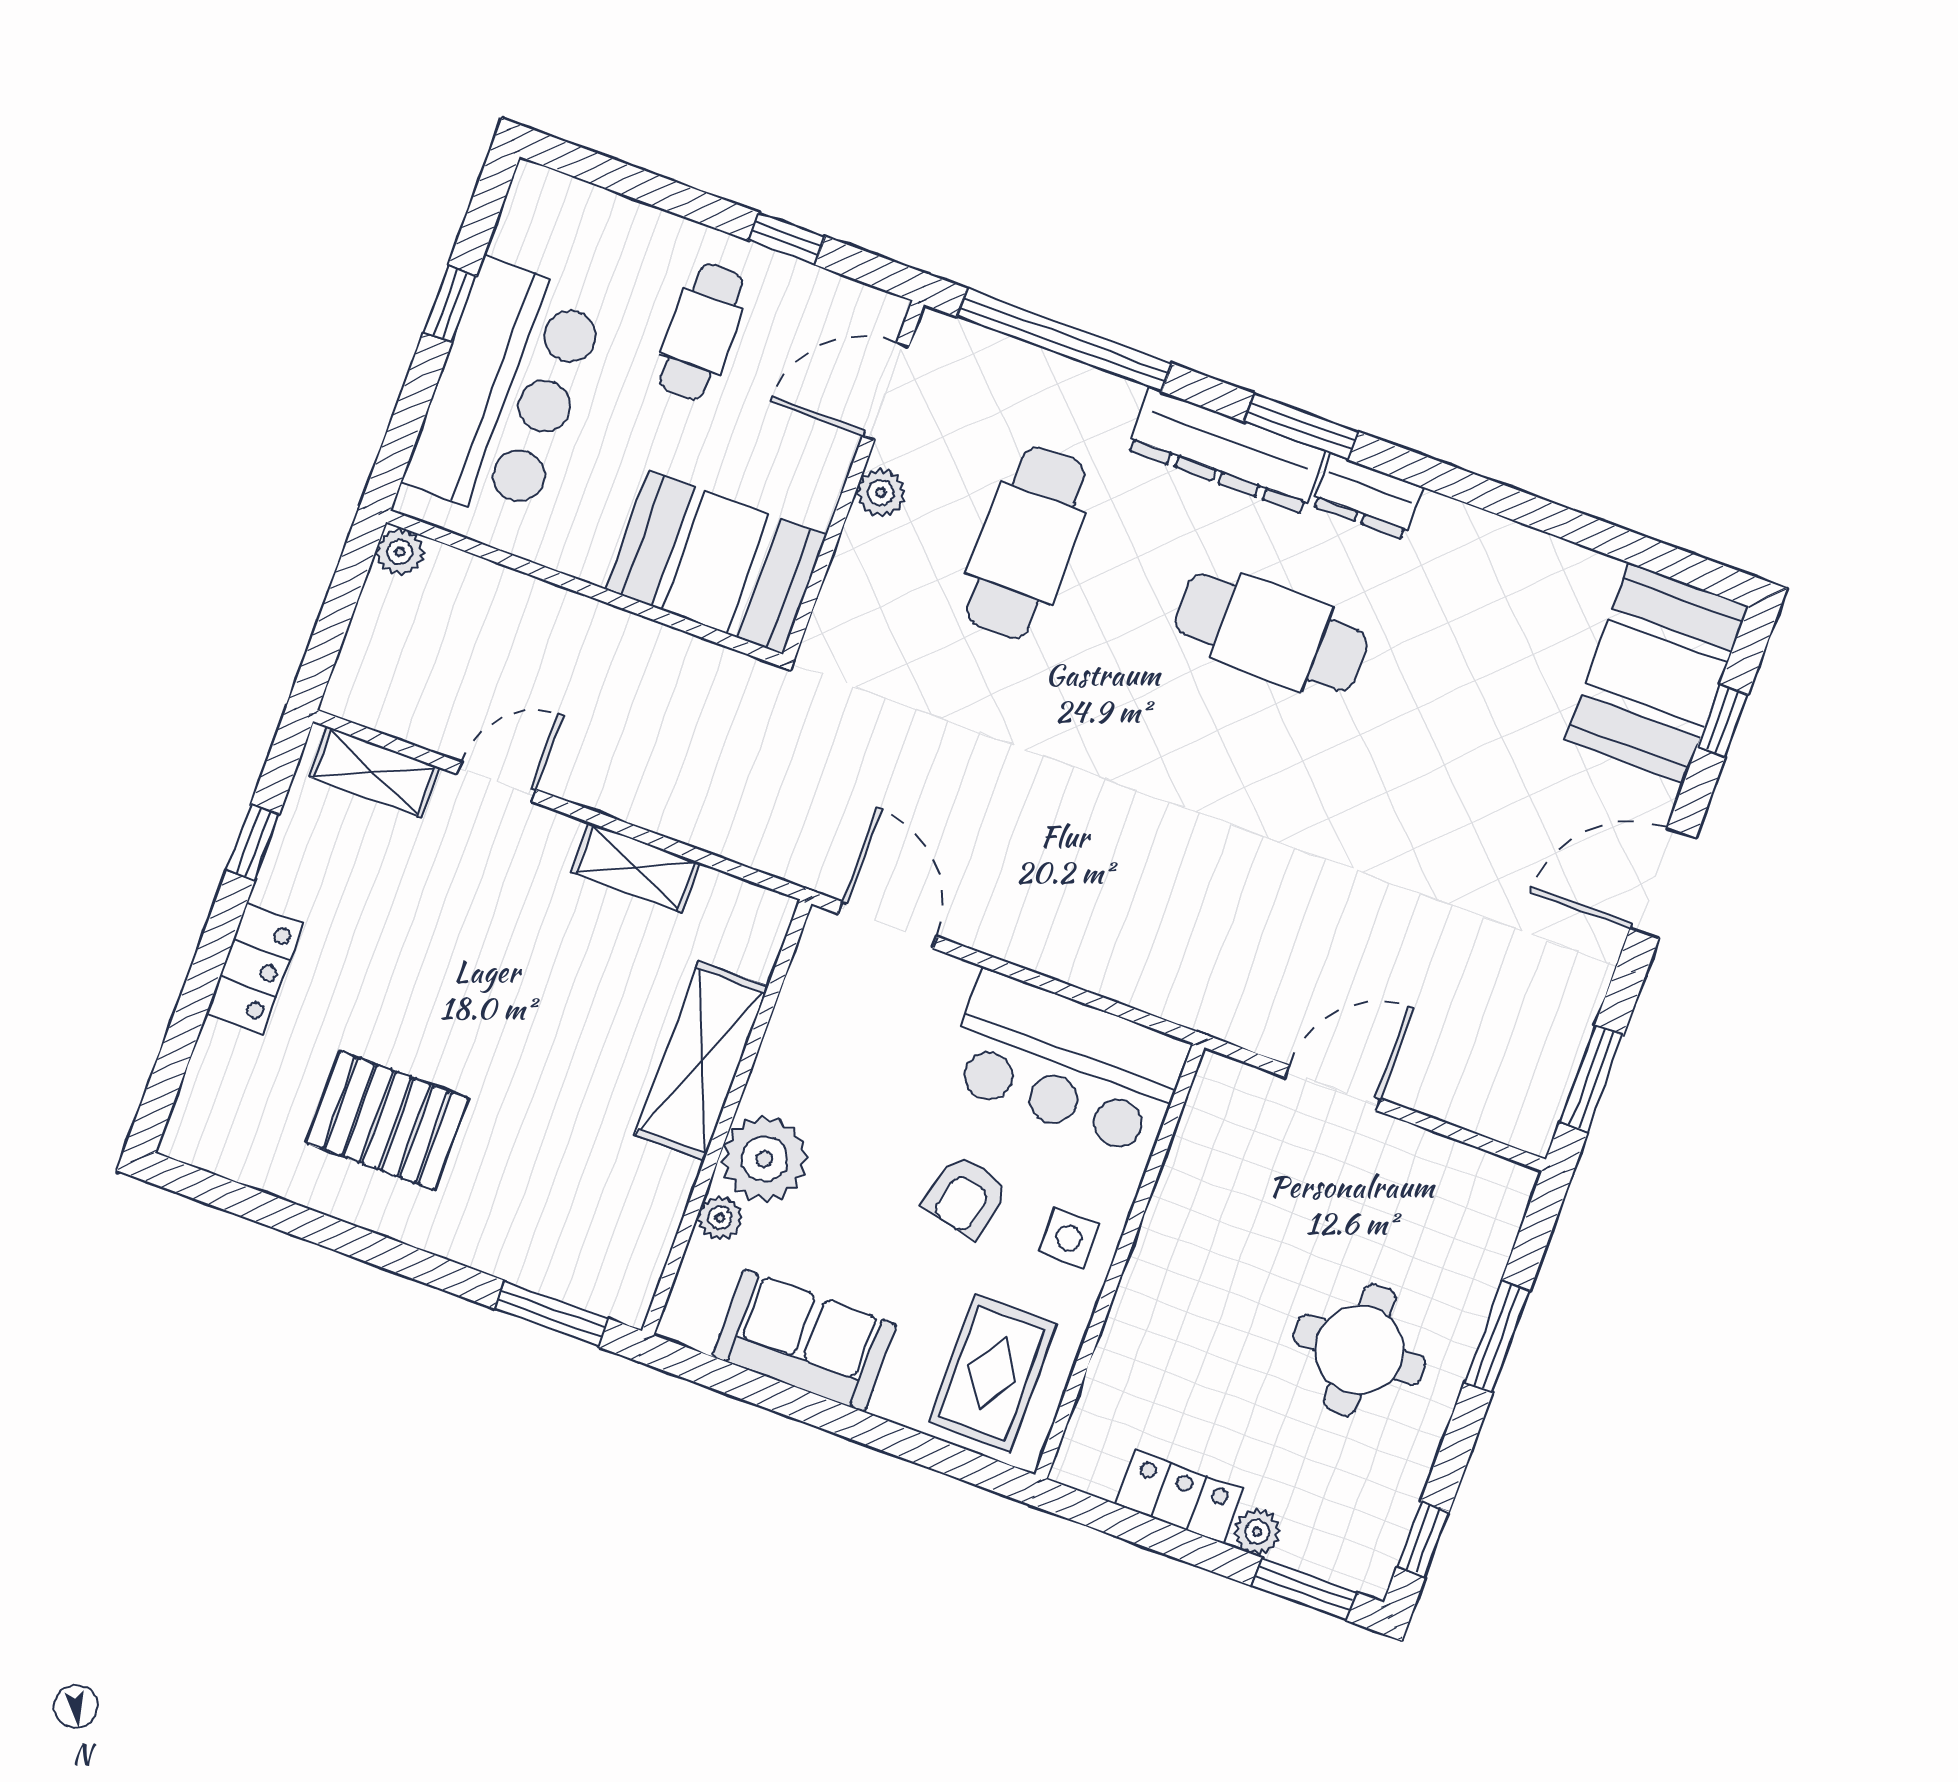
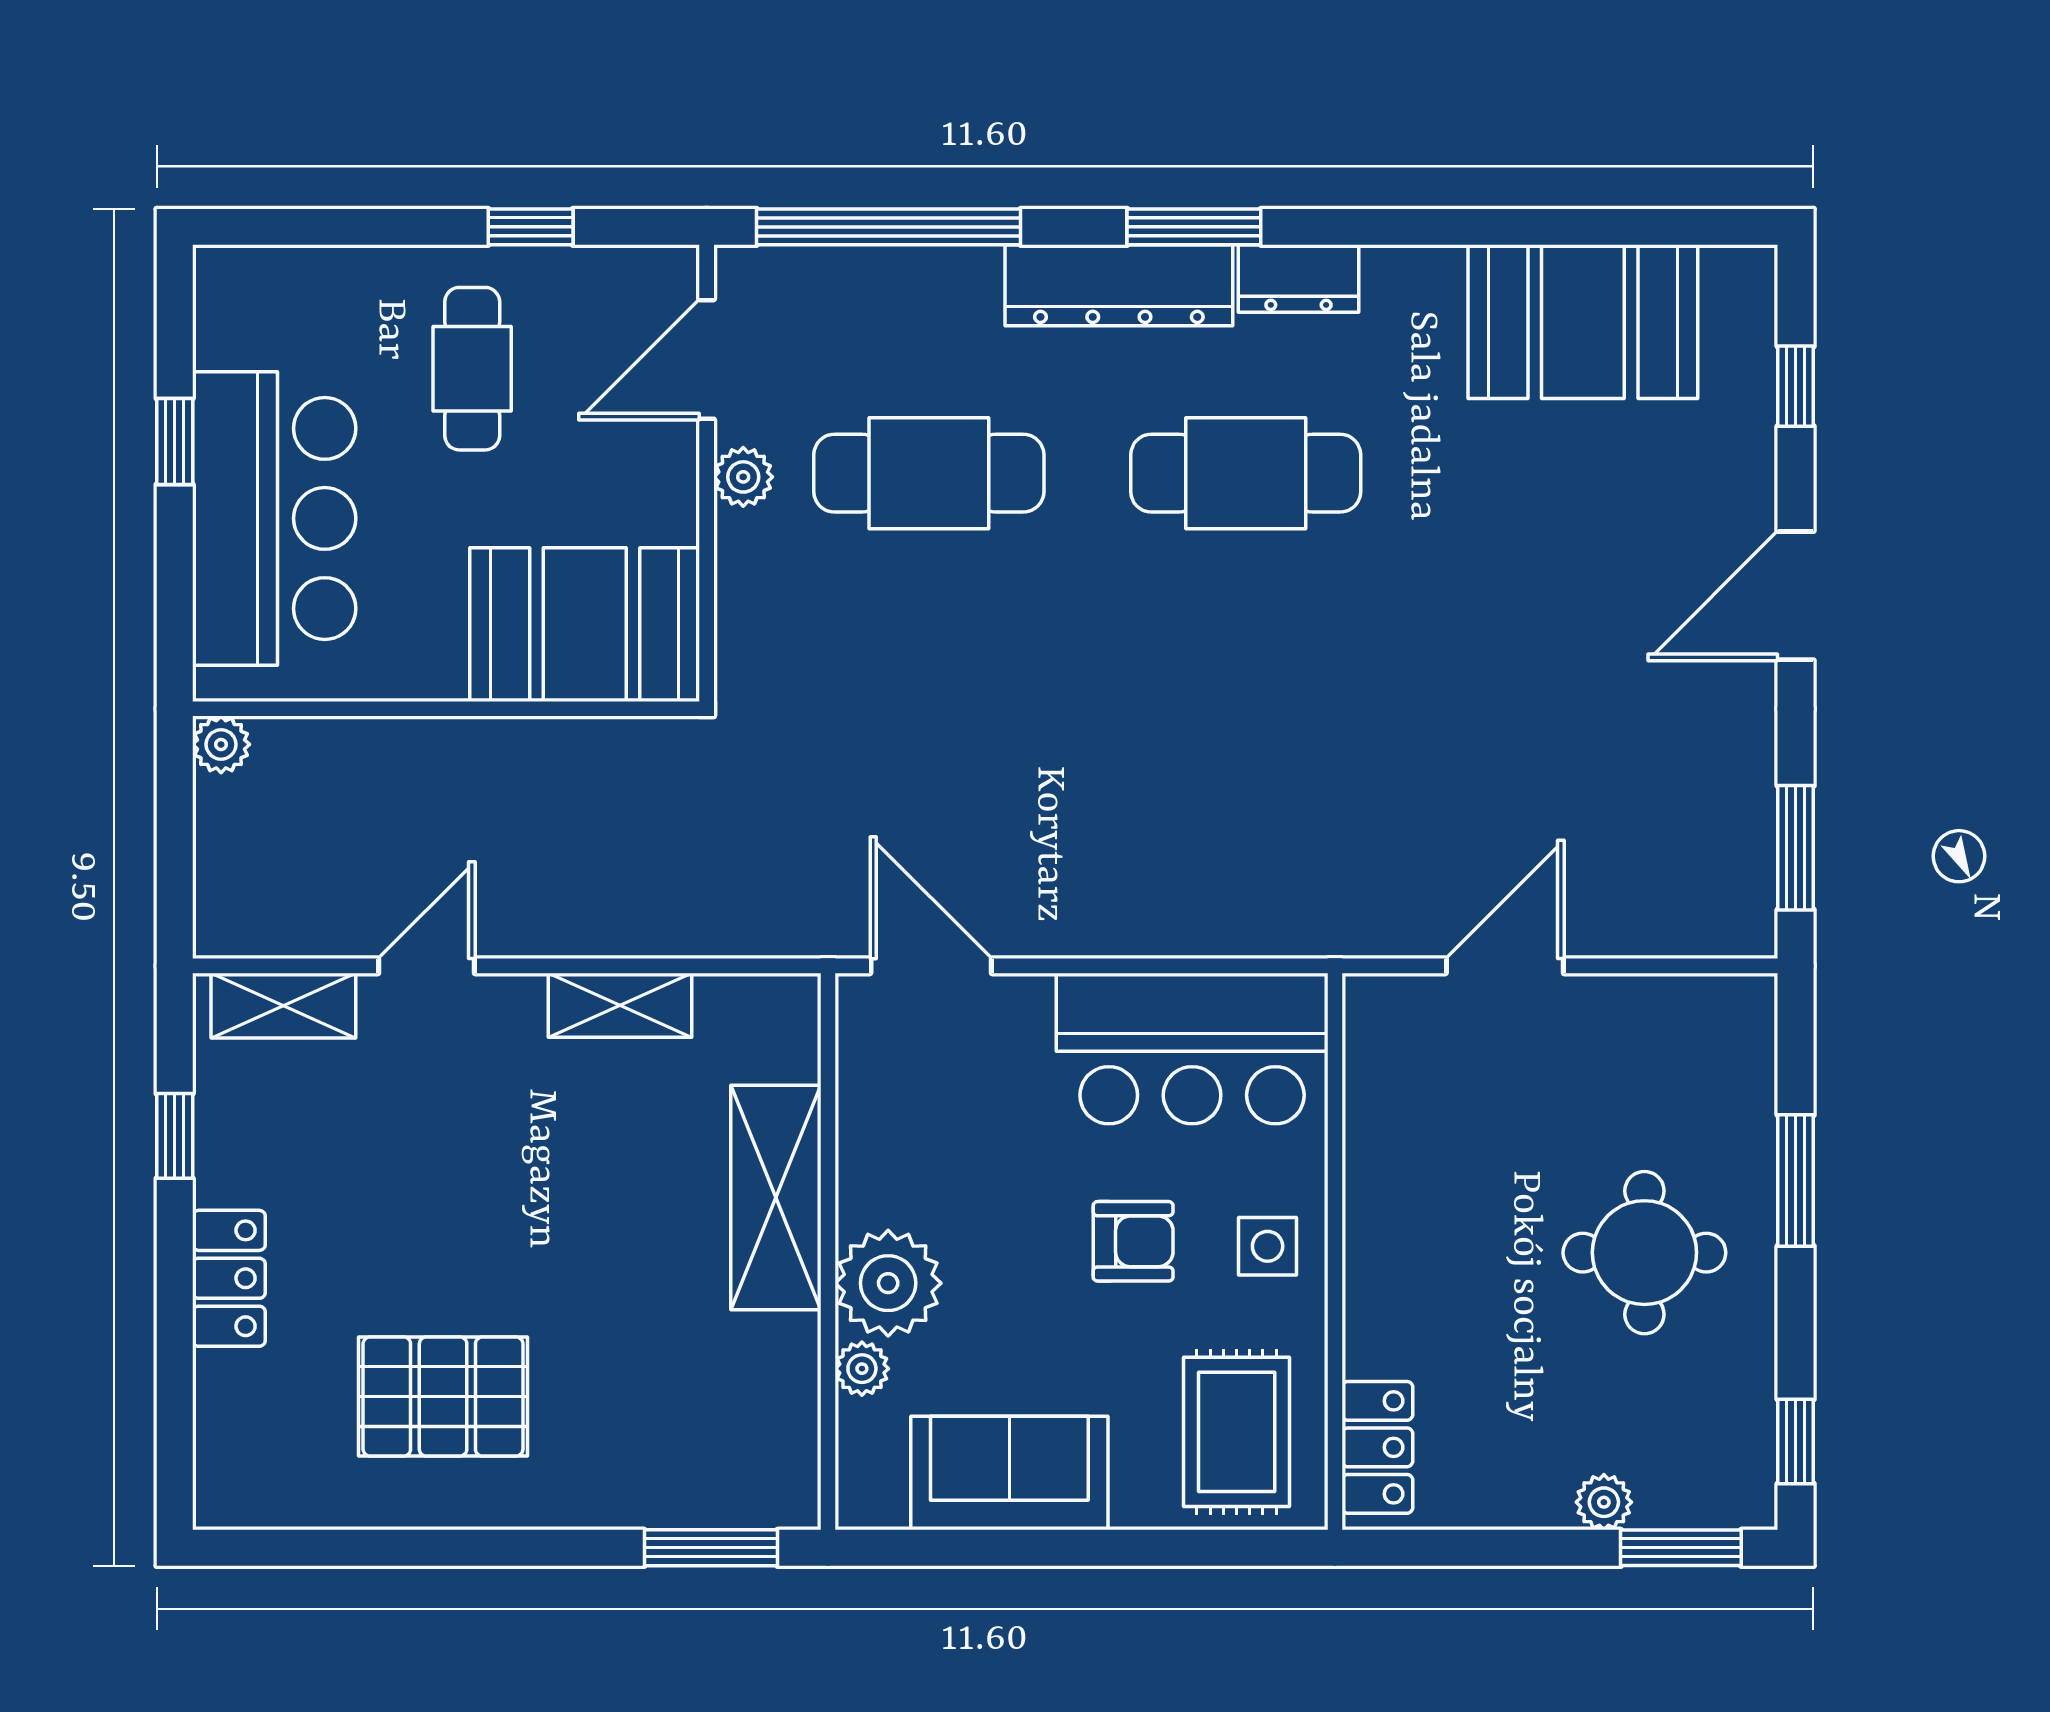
cafe table: (1026, 542) -> (929, 473), turned 90
booth: (1656, 673) -> (1583, 322), moved, turned 90
armchair: (966, 1196) -> (1133, 1241), turned -104
locker: (1179, 1497) -> (1377, 1447), moved, turned 90

